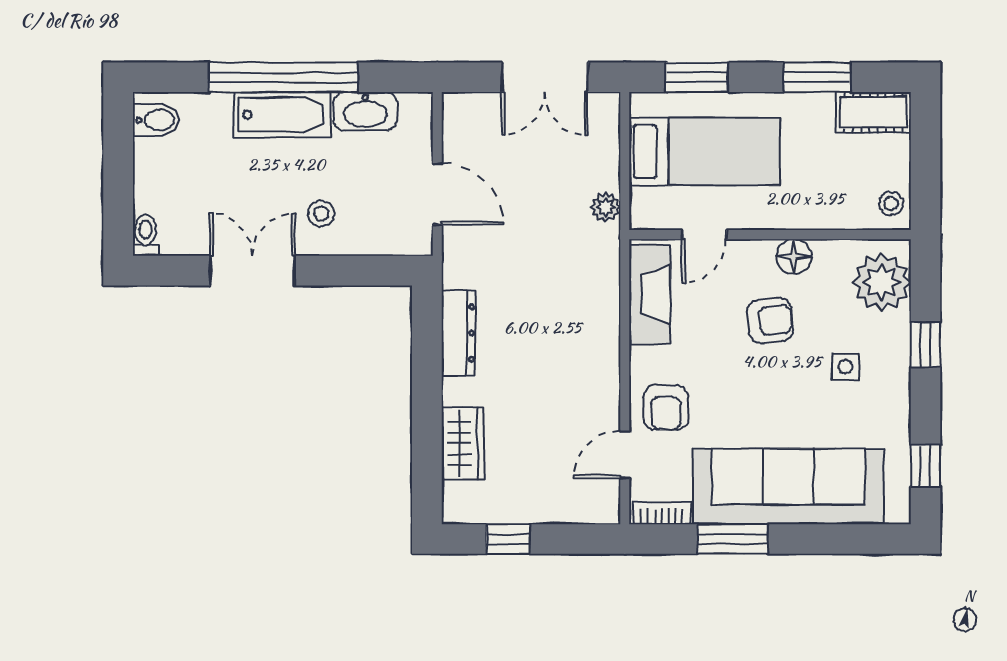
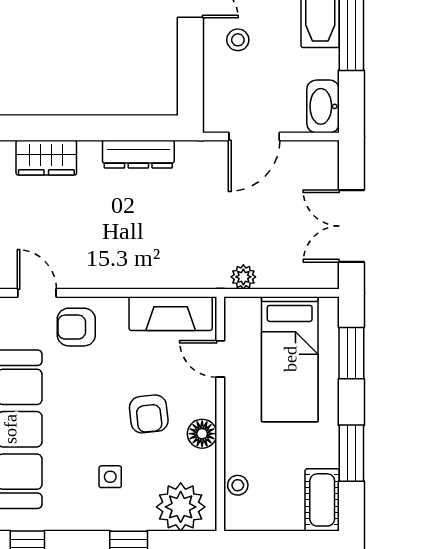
washbasin: (365, 111) -> (323, 106), moved
stool: (891, 203) -> (238, 485), moved

